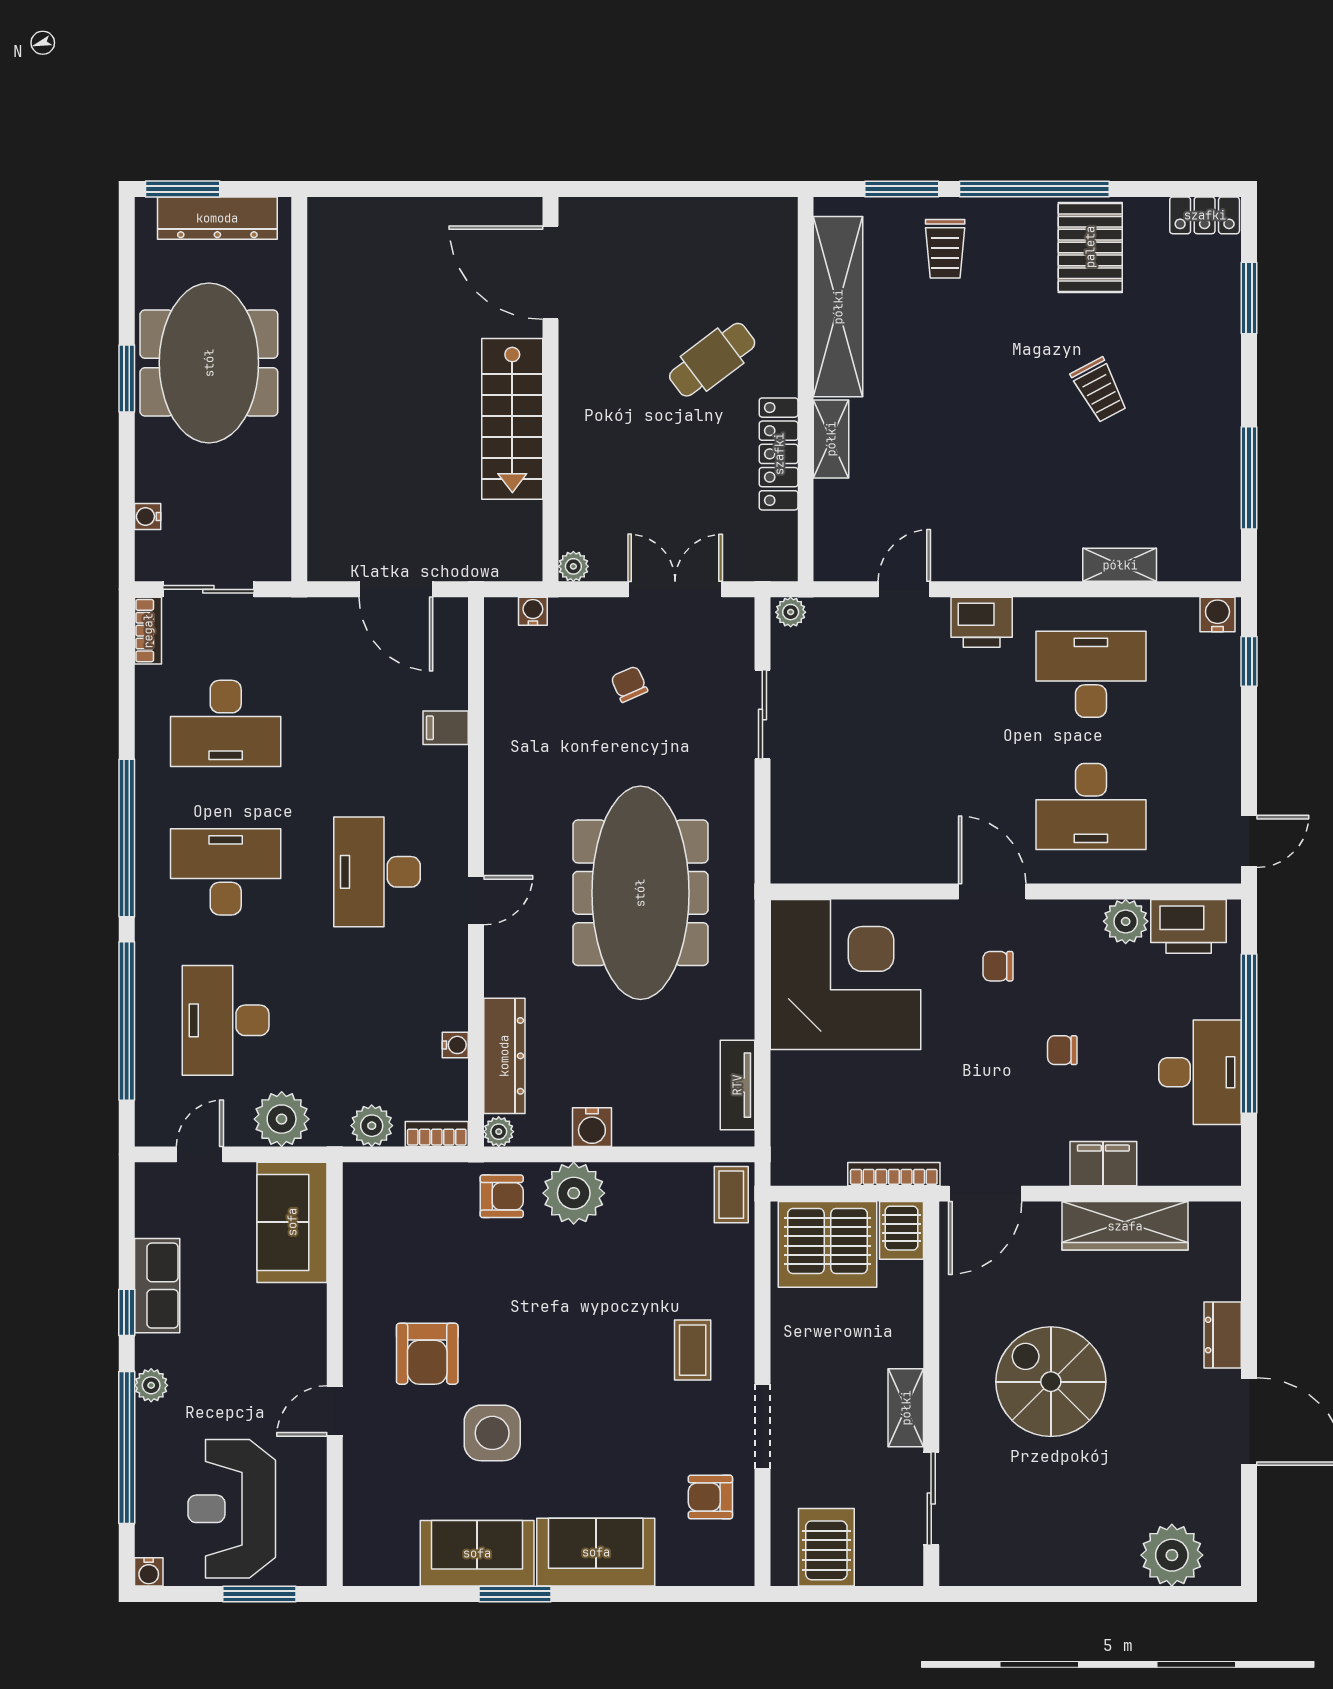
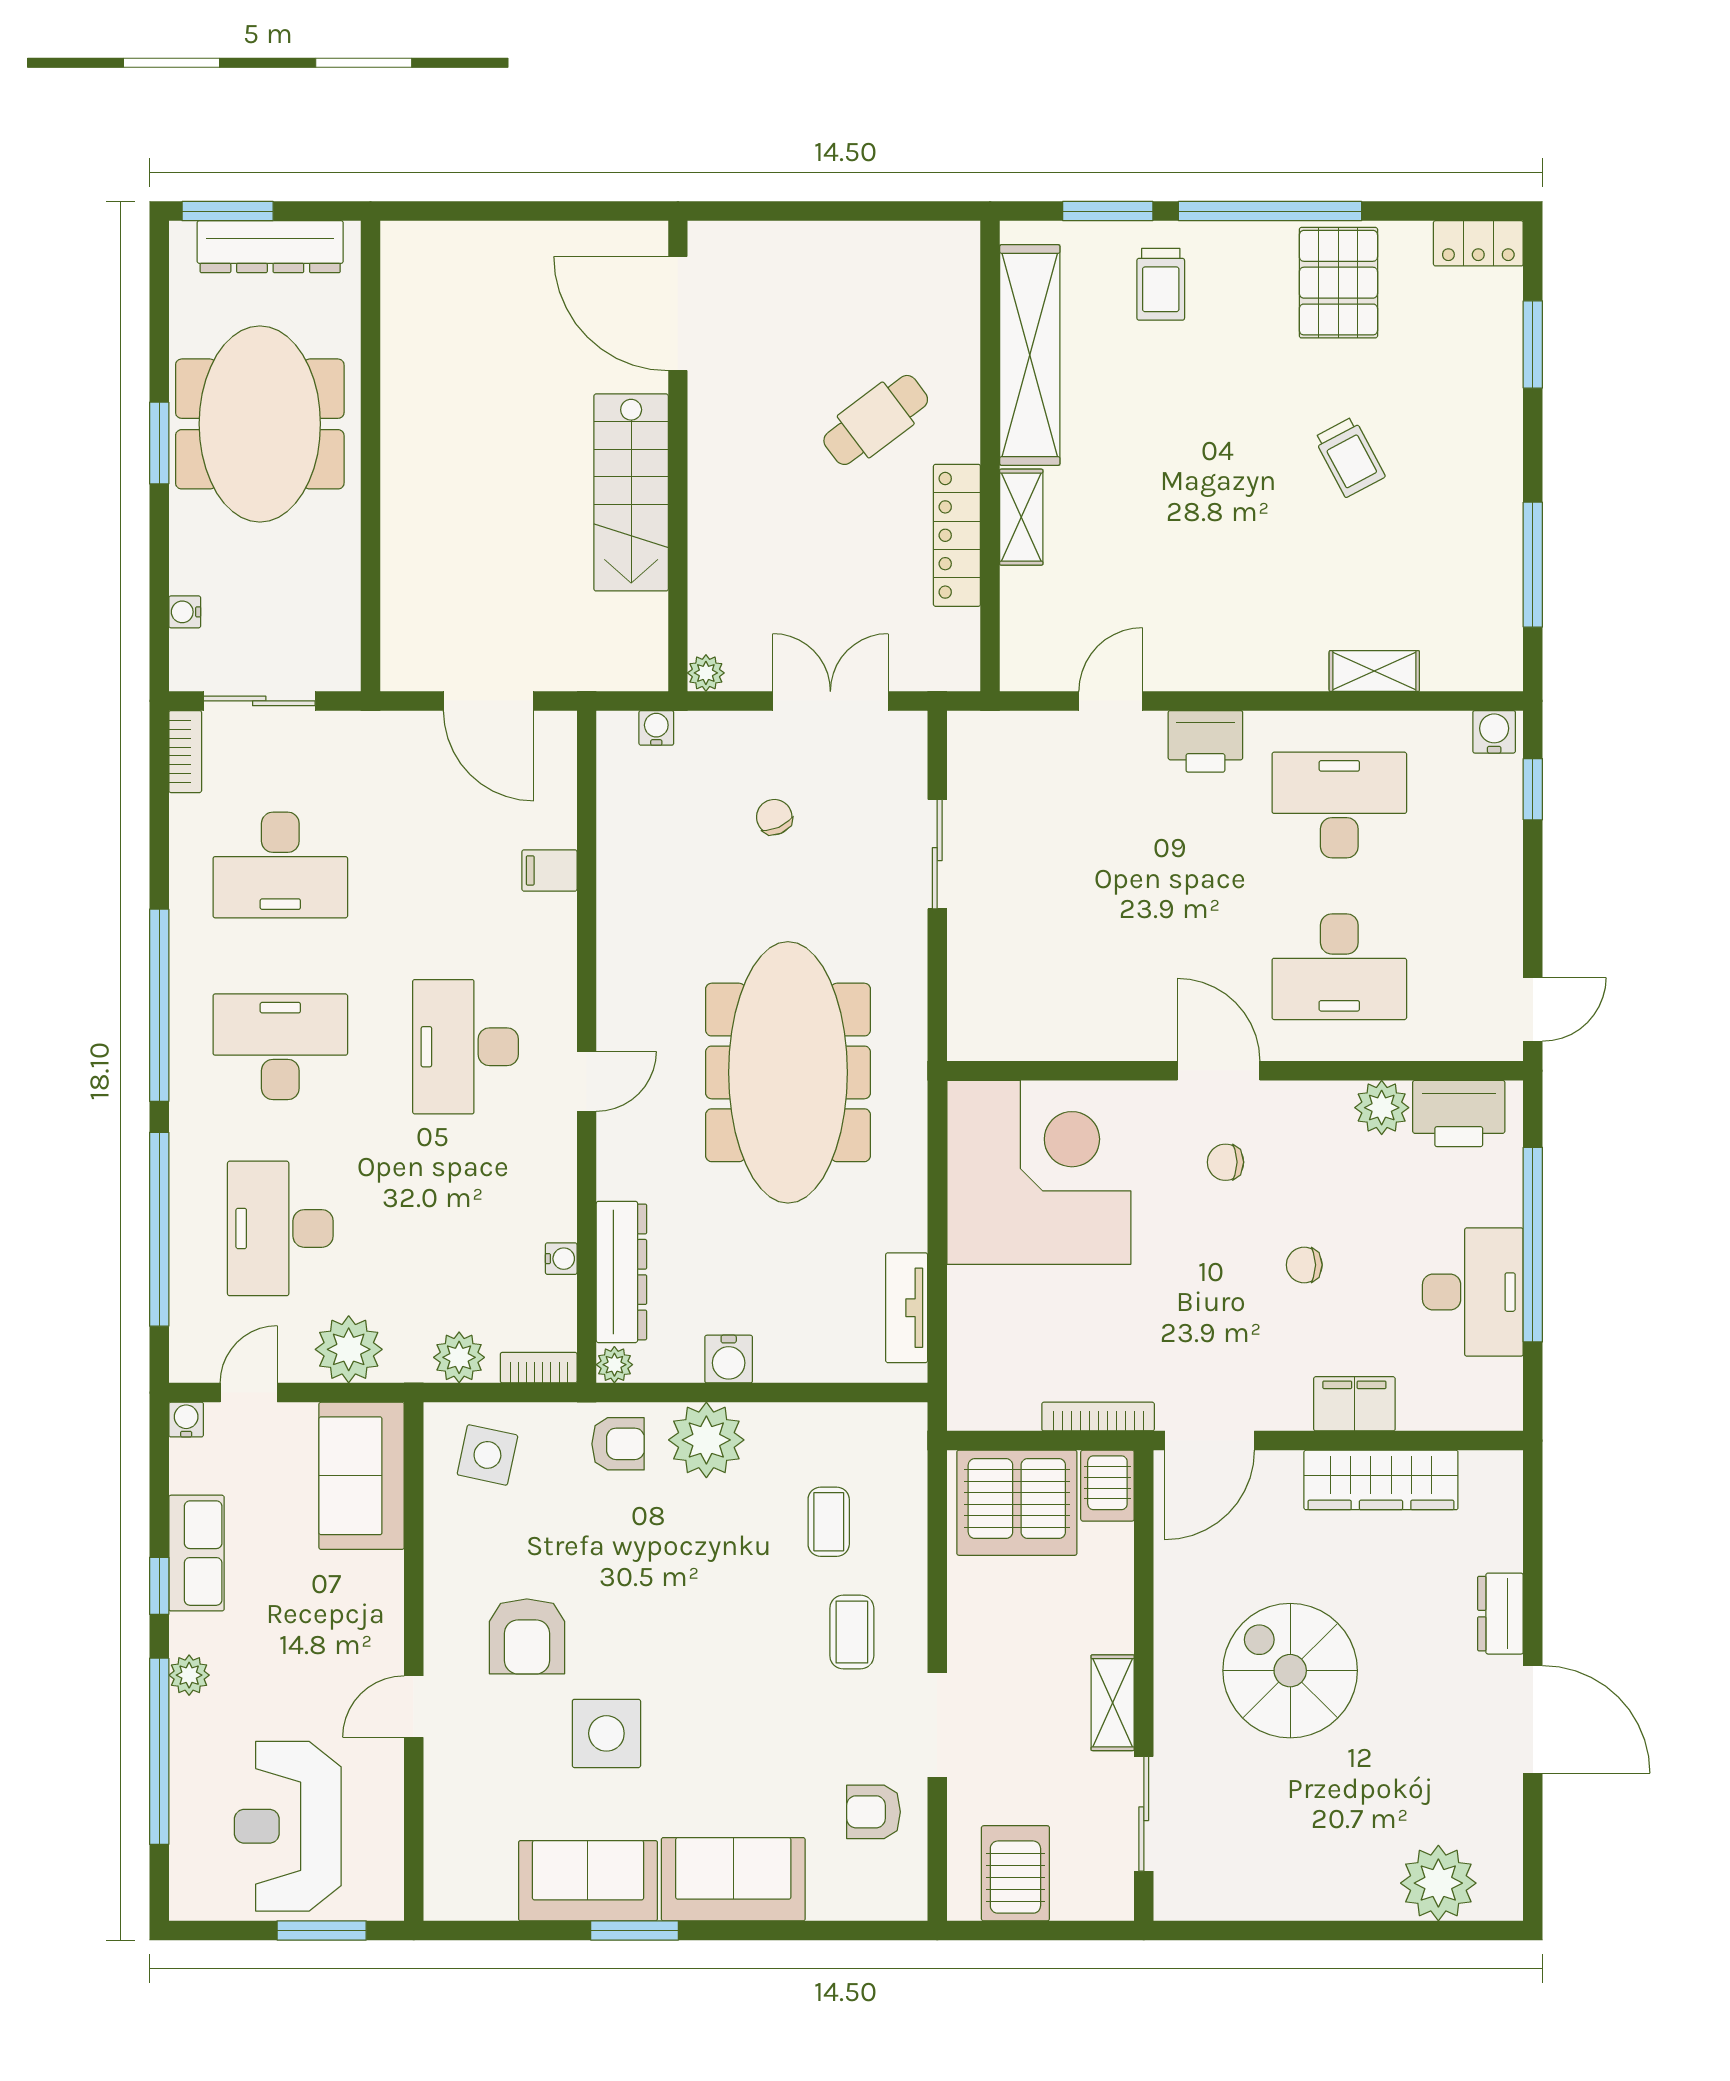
plant: (791, 612) -> (972, 729), removed
coffee table: (731, 1195) -> (829, 1522), moved
side table: (395, 1205) -> (487, 1455), added
water cooler: (149, 1572) -> (186, 1420), moved, turned 180

